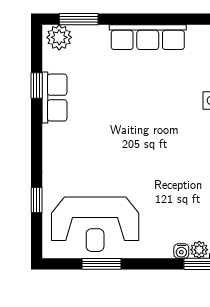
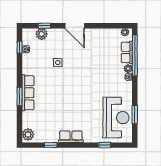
window: (79, 19) -> (20, 96), moved
row of seats: (54, 98) -> (71, 137), moved

